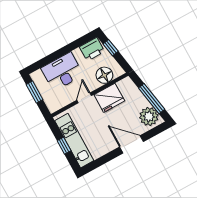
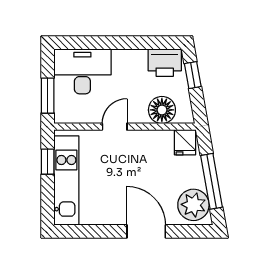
desk: (62, 72) -> (82, 71), moved
window: (35, 92) -> (48, 96), moved
fridge: (109, 98) -> (185, 142), moved, width x0.53, depth x0.75
window: (64, 146) -> (48, 162), moved

